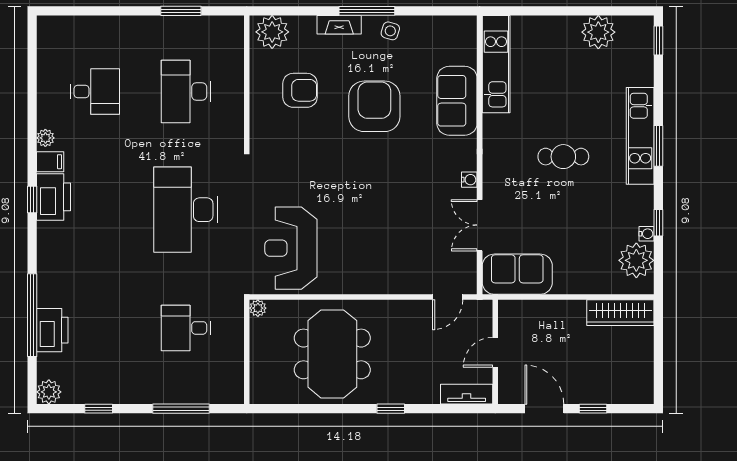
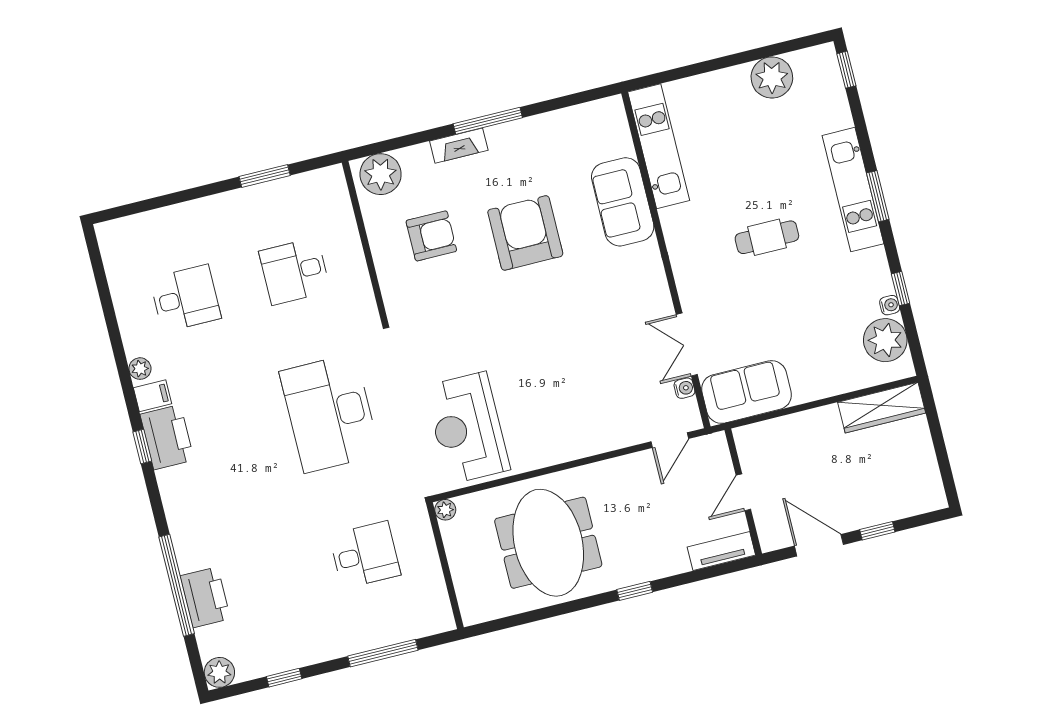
side table: (390, 31) -> (522, 138), removed
desk: (186, 91) -> (295, 271), width x0.73
water cooler: (469, 180) -> (684, 388), moved
desk: (186, 328) -> (365, 555), turned 180

